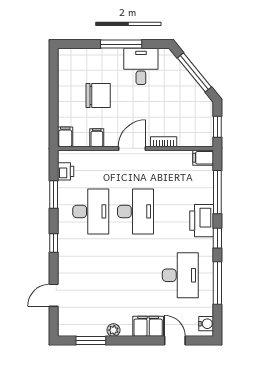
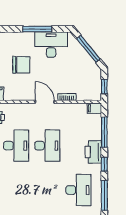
desk: (141, 66) -> (51, 45), width x1.37
filing cabinet: (97, 138) -> (20, 94), removed
door: (132, 149) -> (45, 102), hinge flipped

